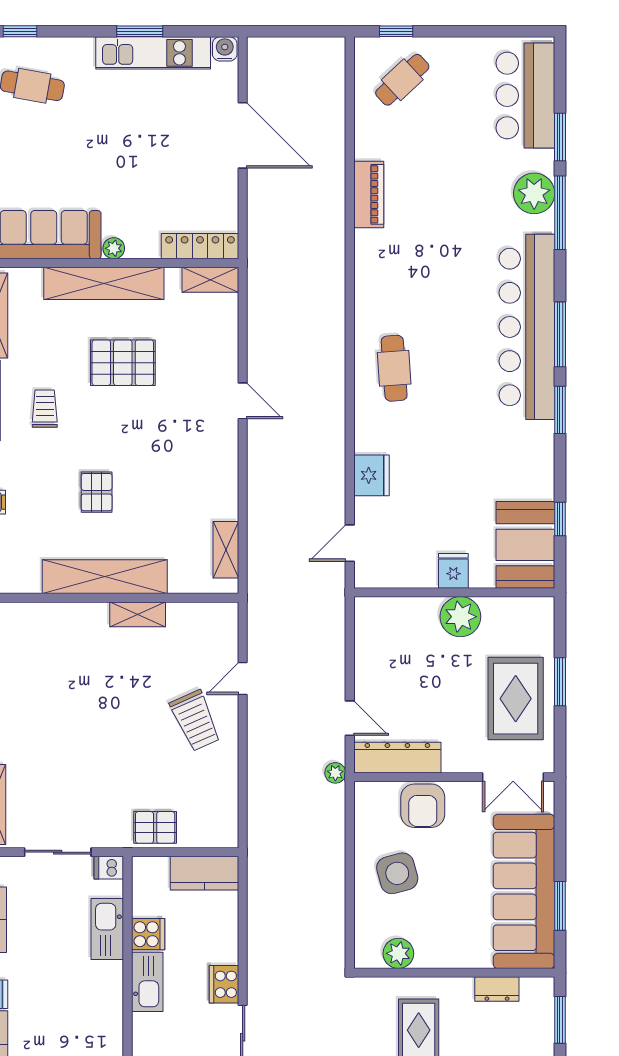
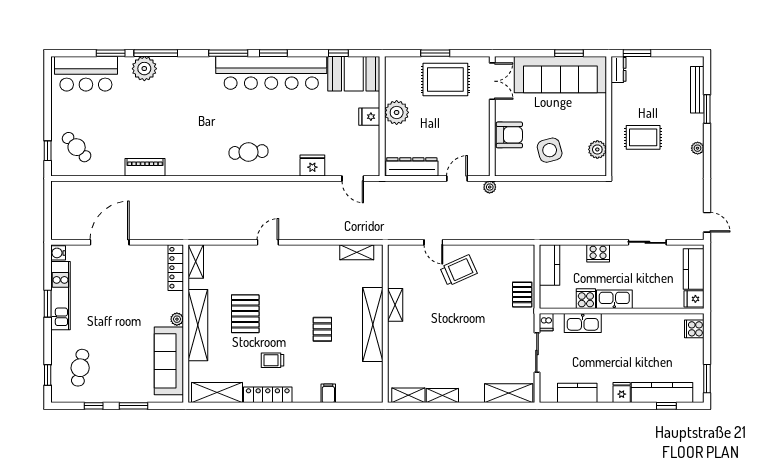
bar counter: (527, 327) -> (271, 73), moved
pallet: (97, 492) -> (322, 329), turned 90
dresser: (397, 758) -> (412, 167), moved, turned 90
cooker: (224, 984) -> (598, 253), moved
dresser: (497, 989) -> (619, 69), moved

